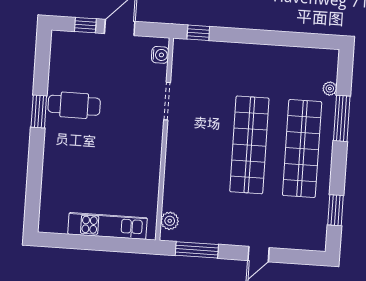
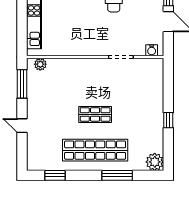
window: (198, 33) -> (168, 120), moved
plant: (330, 89) -> (155, 162), moved, width x1.87, depth x1.87
shop shelf: (249, 145) -> (95, 114), width x0.50, depth x0.74

